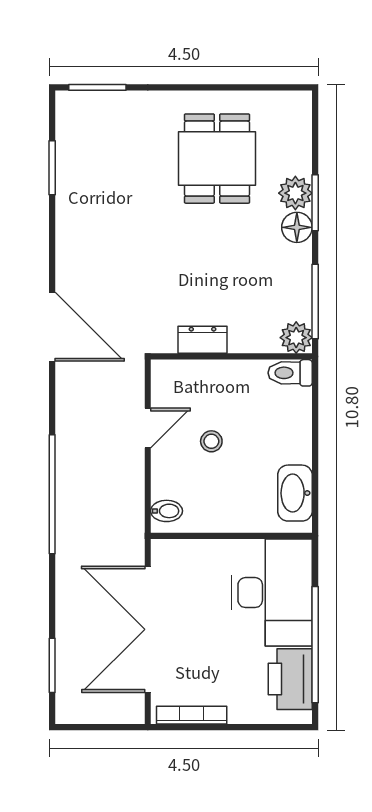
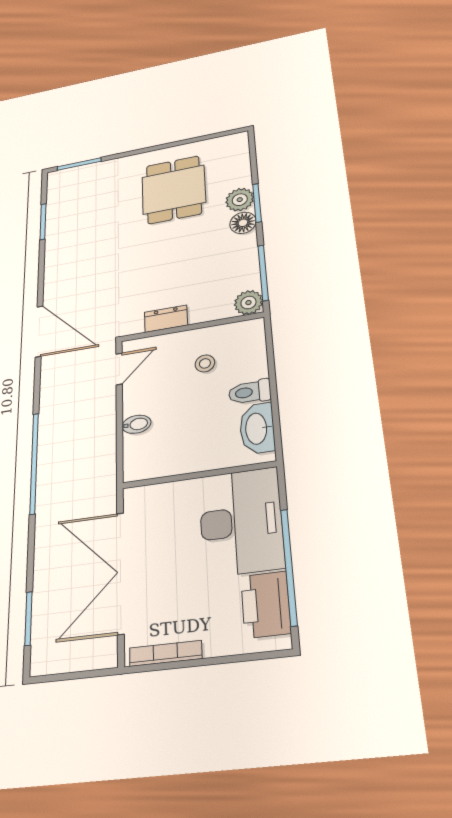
toilet: (290, 373) -> (250, 392), moved
door: (148, 428) -> (119, 369), moved
stool: (211, 441) -> (205, 363), moved
bidet: (167, 511) -> (136, 424), moved

